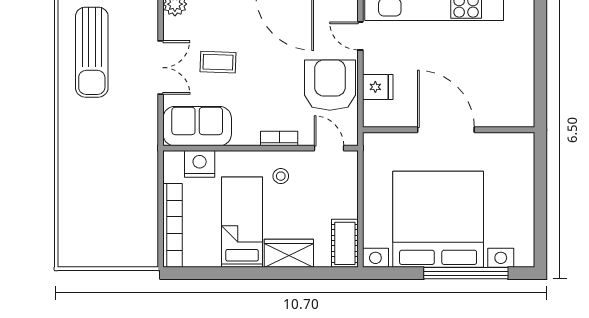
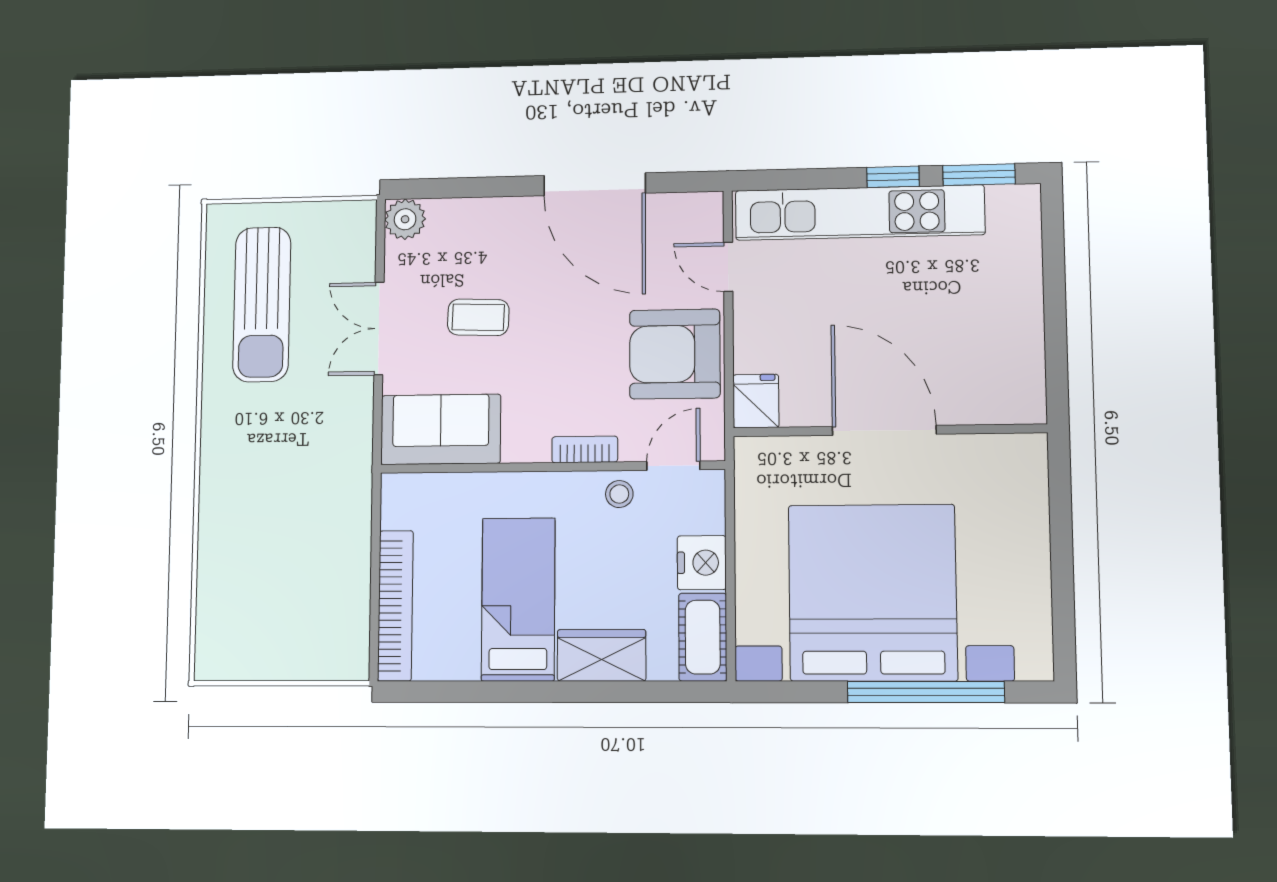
double door: (161, 68) -> (379, 328), swing flipped
armchair: (330, 85) -> (675, 354), turned -90
fridge: (378, 87) -> (756, 401), moved, turned -90
door: (329, 148) -> (673, 466), hinge flipped
nightstand: (200, 164) -> (702, 563), moved, turned 90
stool: (281, 176) -> (619, 494), moved

